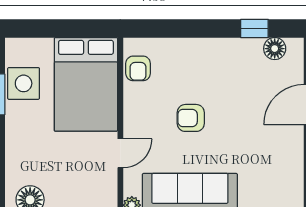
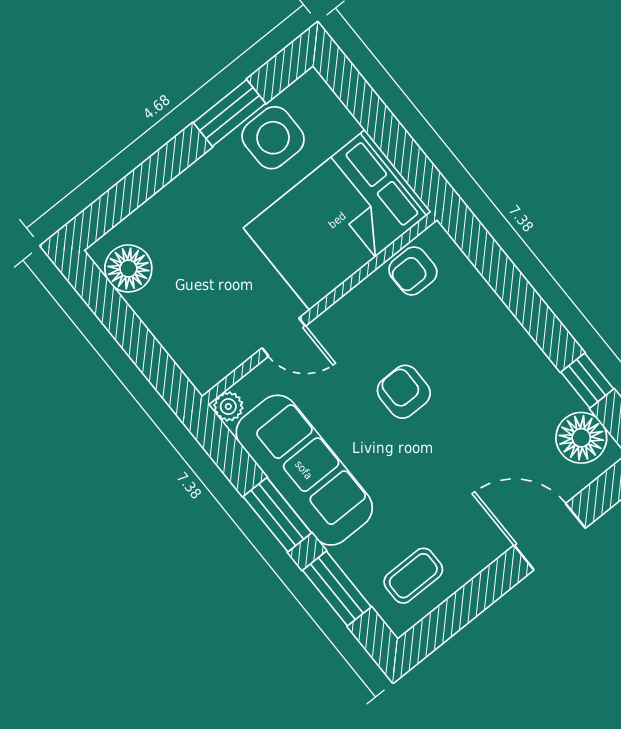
floor lamp: (275, 49) -> (581, 438), width x1.38, depth x1.38
coffee table: (280, 183) -> (413, 576), added

